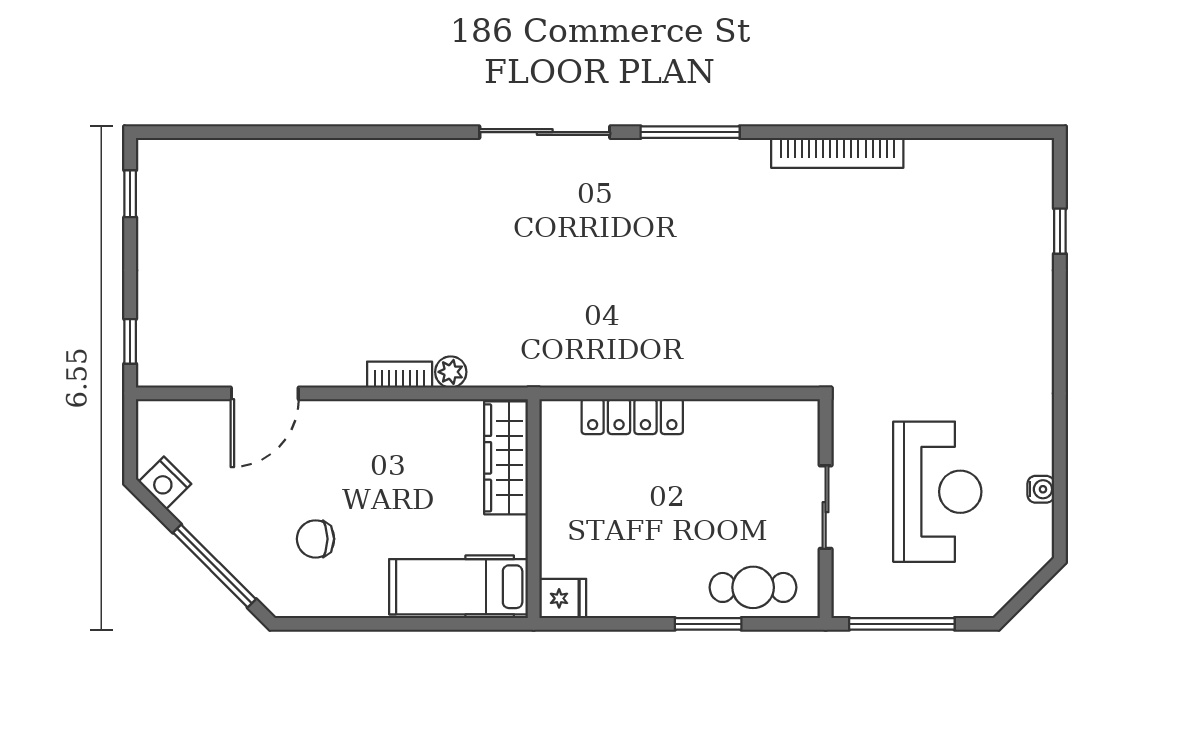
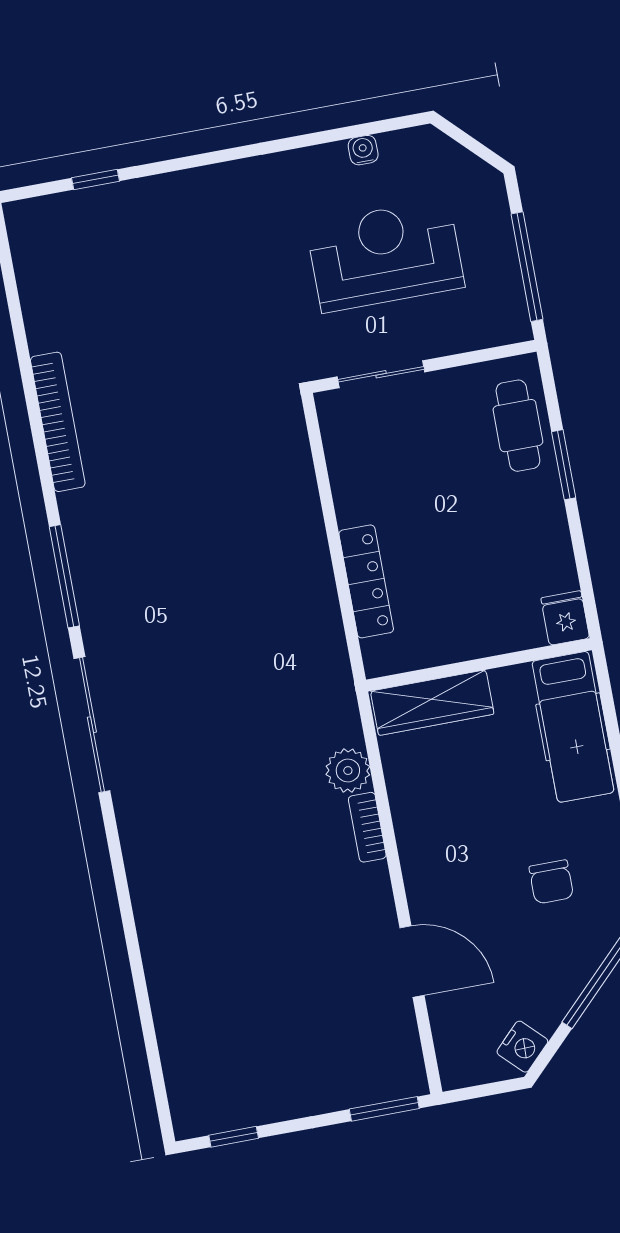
window: (130, 341) -> (384, 1109), width x1.50
plant: (451, 372) -> (348, 771), width x1.38, depth x1.38
sliding door: (826, 507) -> (381, 374), moved

